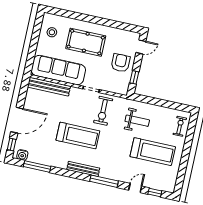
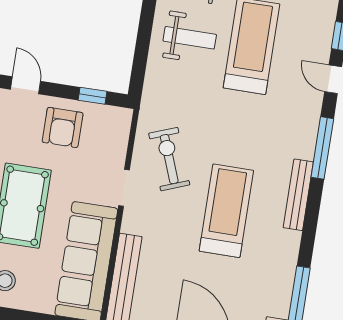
armchair: (120, 63) -> (63, 127), turned -90
exercise bike: (103, 111) -> (169, 159), turned -111
weight bench: (137, 121) -> (190, 38), moved, turned 90

